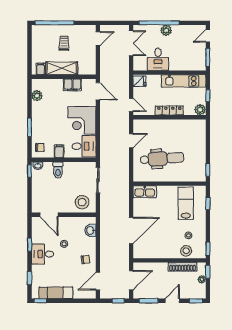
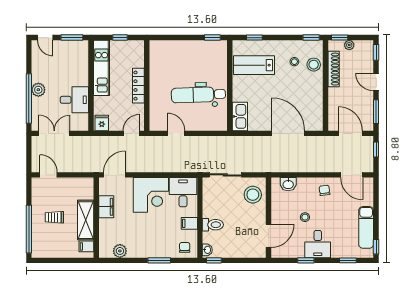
plant: (200, 110) -> (137, 47), removed
dental chair: (162, 159) -> (198, 95), turned -88

